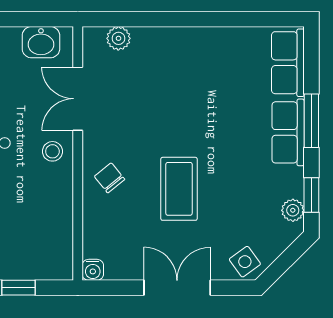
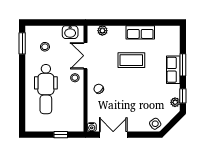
row of seats: (288, 63) -> (140, 32), moved, turned -90
coffee table: (179, 189) -> (131, 60), moved, turned 90
double door: (177, 288) -> (113, 135), moved

